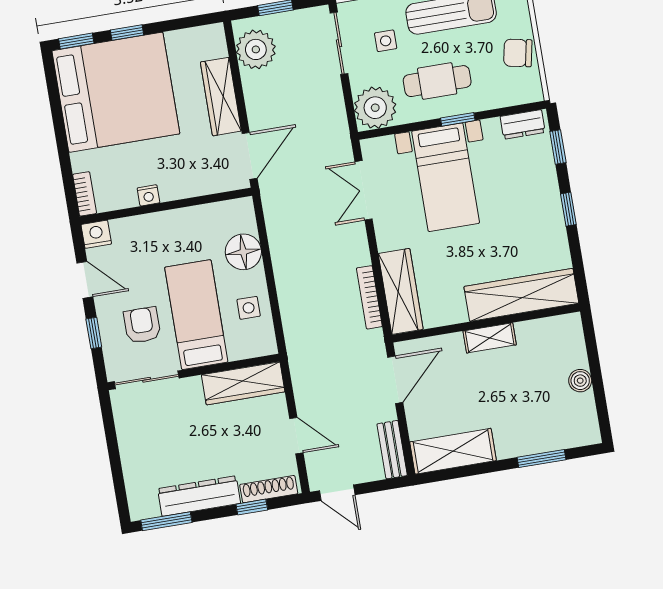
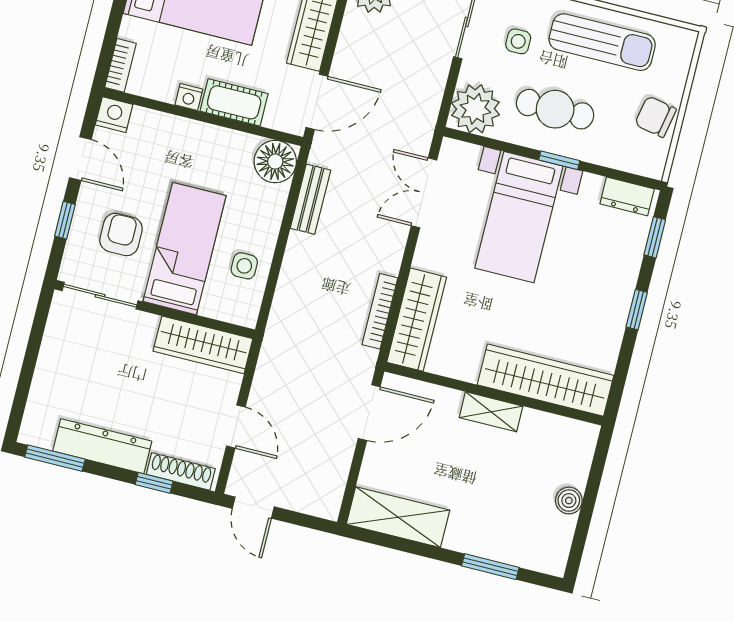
cot: (185, 184) -> (234, 102), added
floor lamp: (243, 252) -> (275, 162), moved
bench: (392, 450) -> (310, 199), moved

